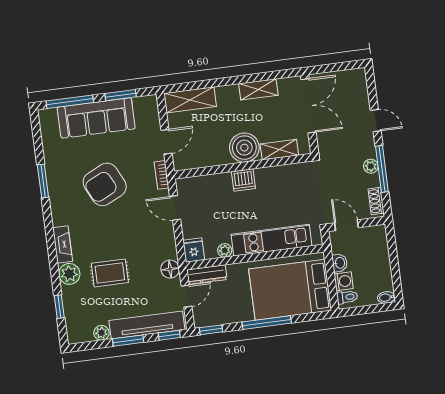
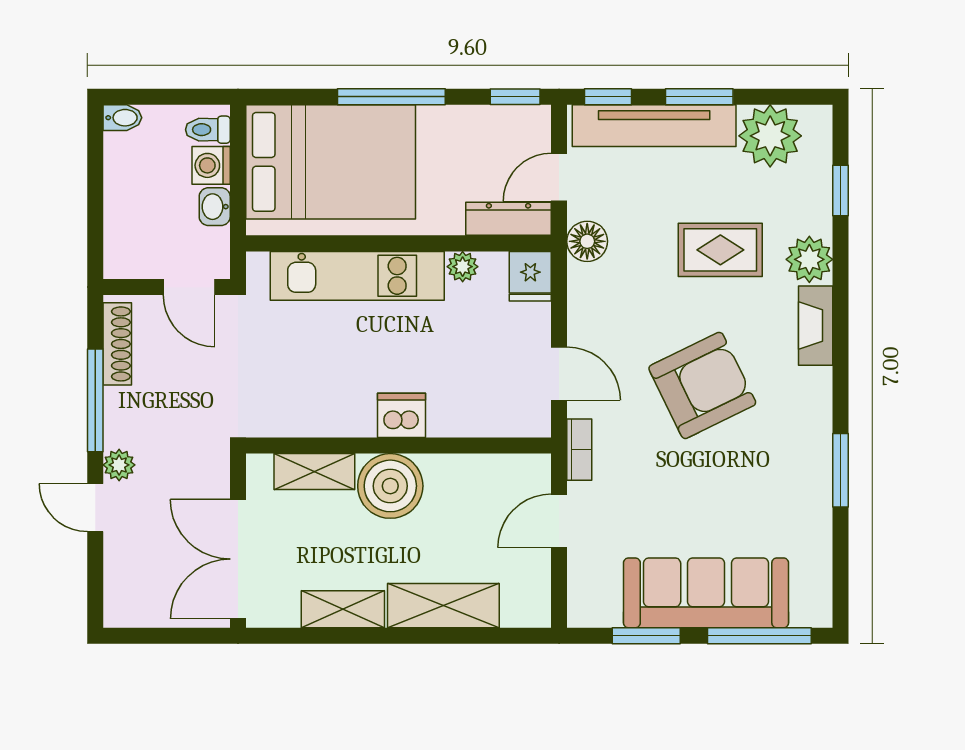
shelving: (190, 100) -> (443, 606), moved
plant: (371, 166) -> (119, 465), moved
armchair: (105, 184) -> (702, 385), moved
shoe rack: (376, 201) -> (117, 344), width x1.43
plant: (101, 333) -> (770, 136), width x1.88, depth x1.88

